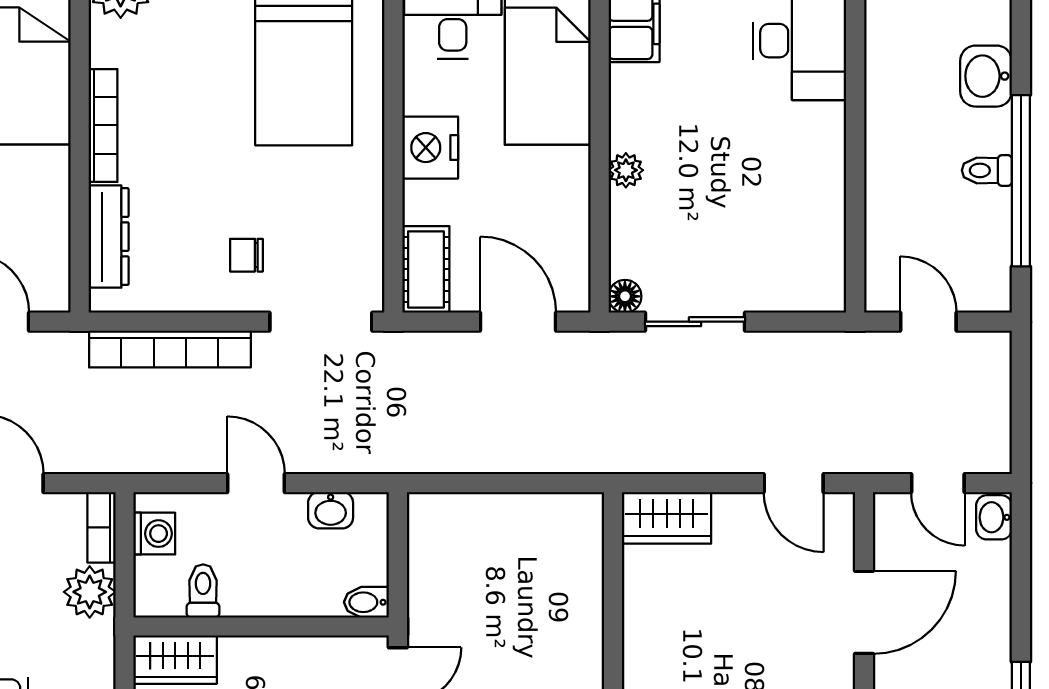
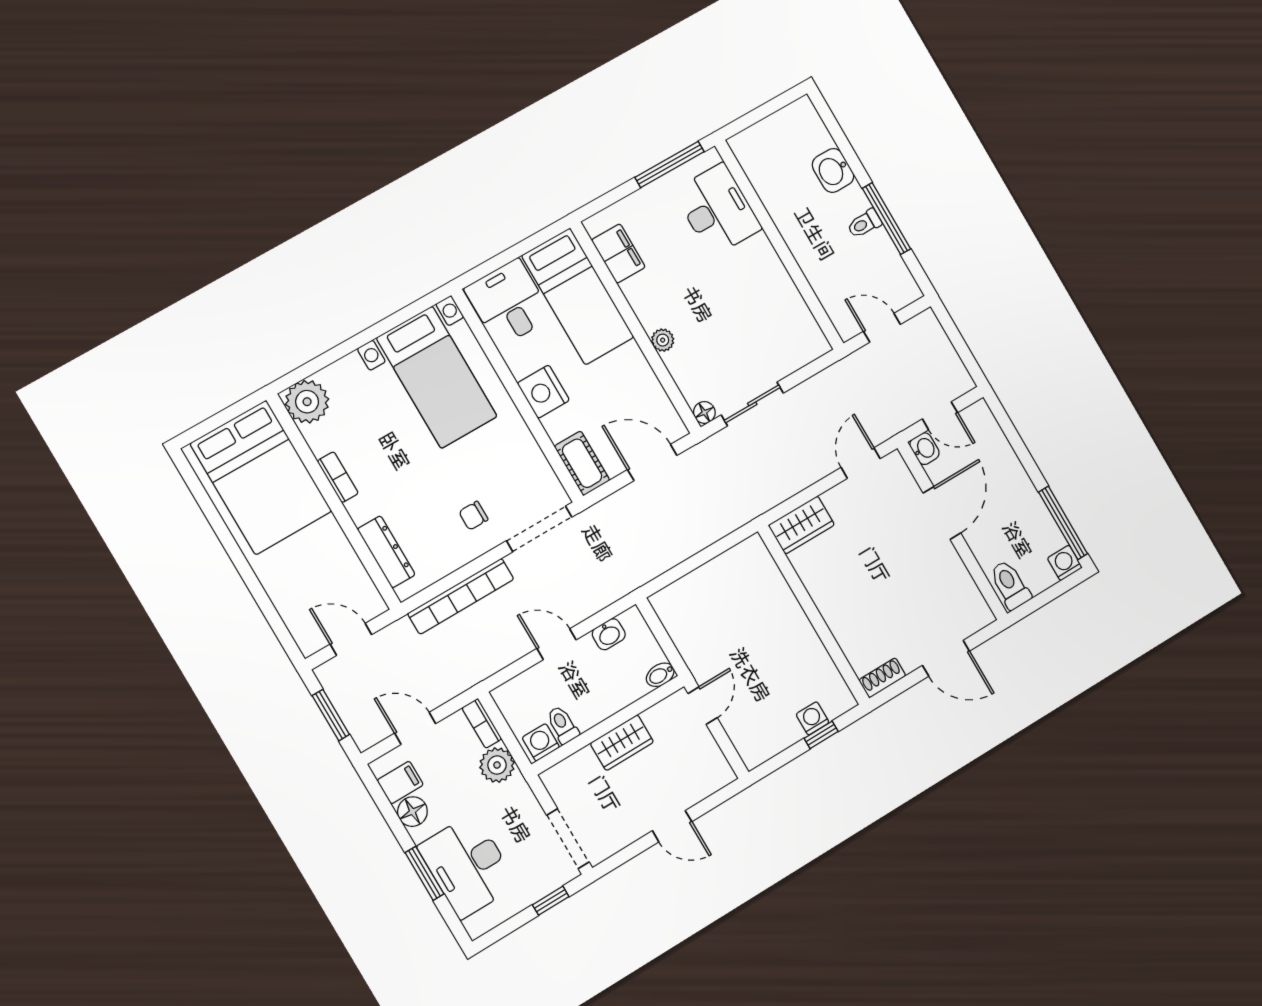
bookcase: (103, 125) -> (338, 477), width x0.64
window: (1021, 181) -> (886, 219), width x0.68
door: (794, 483) -> (861, 463), swing flipped
washbasin: (994, 517) -> (924, 449), moved, turned 180
washing machine: (154, 534) -> (541, 742), moved, turned -90
wardrobe: (175, 660) -> (622, 743), moved

